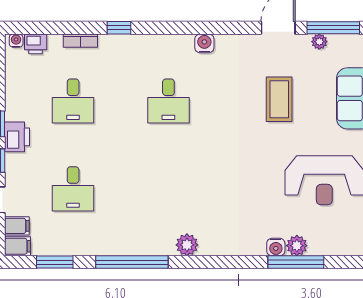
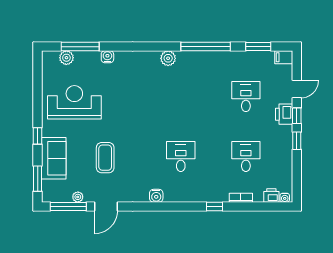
printer: (17, 137) -> (284, 114), moved
filing cabinet: (17, 226) -> (284, 71), removed
plant: (297, 246) -> (66, 58), moved
window: (296, 262) -> (80, 47), moved

